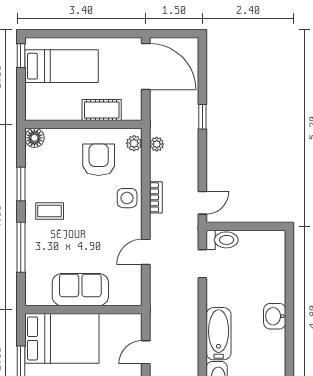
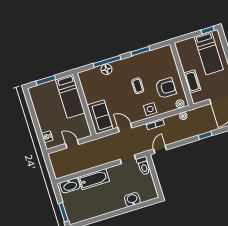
floor lamp: (34, 138) -> (107, 69), moved
door: (202, 203) -> (160, 149), swing flipped
coffee table: (50, 211) -> (138, 86), moved
sofa: (80, 290) -> (100, 117), moved
washbasin: (275, 316) -> (132, 200), moved
bed: (62, 338) -> (70, 96), width x0.67

